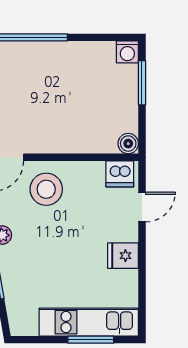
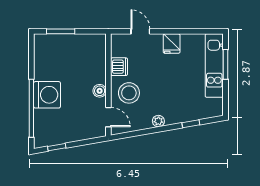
washing machine: (127, 52) -> (47, 95), moved, width x1.89, depth x1.89
boiler: (128, 144) -> (100, 91), moved
dishwasher: (120, 174) -> (119, 67), moved

